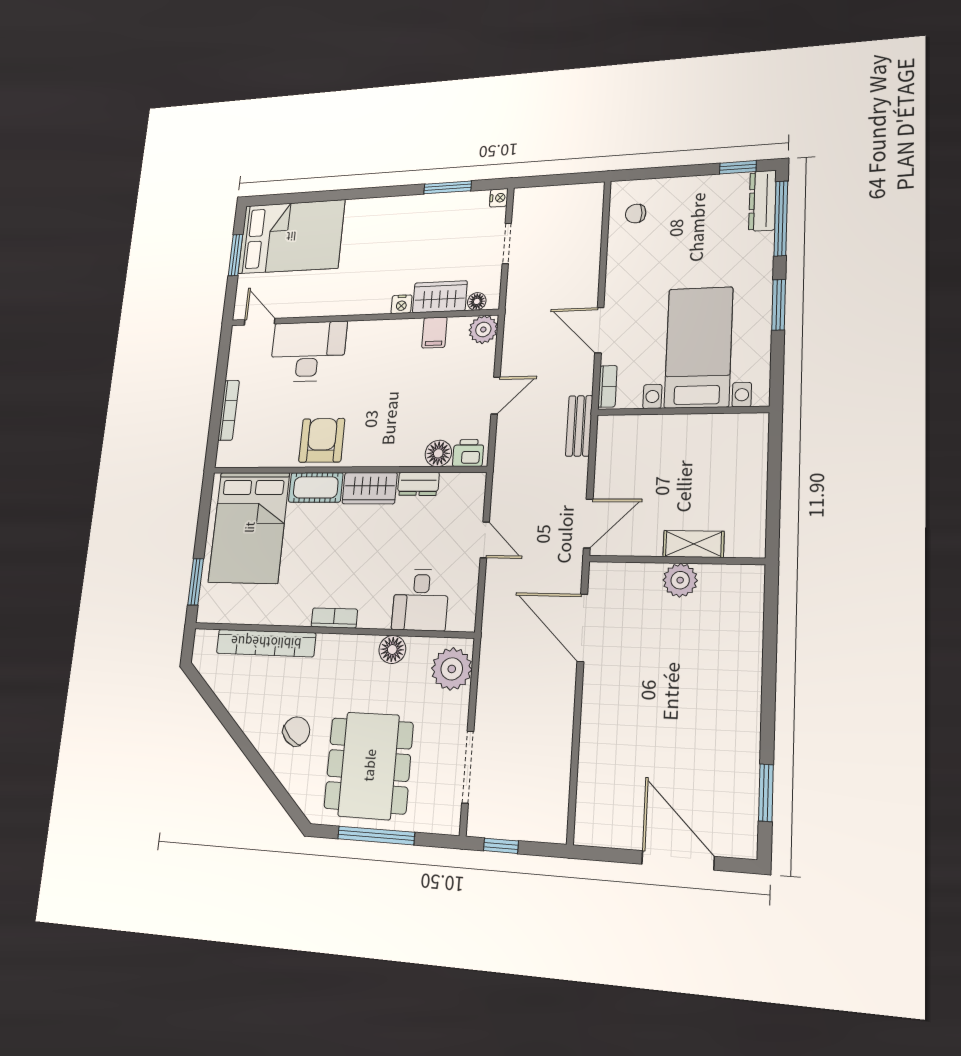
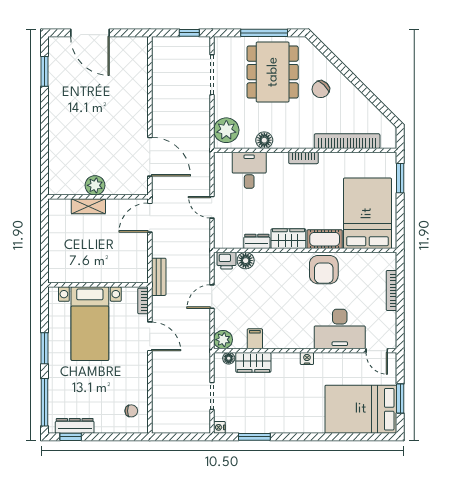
dresser: (762, 201) -> (75, 426), moved, turned -90
nightstand: (401, 304) -> (307, 358), moved

